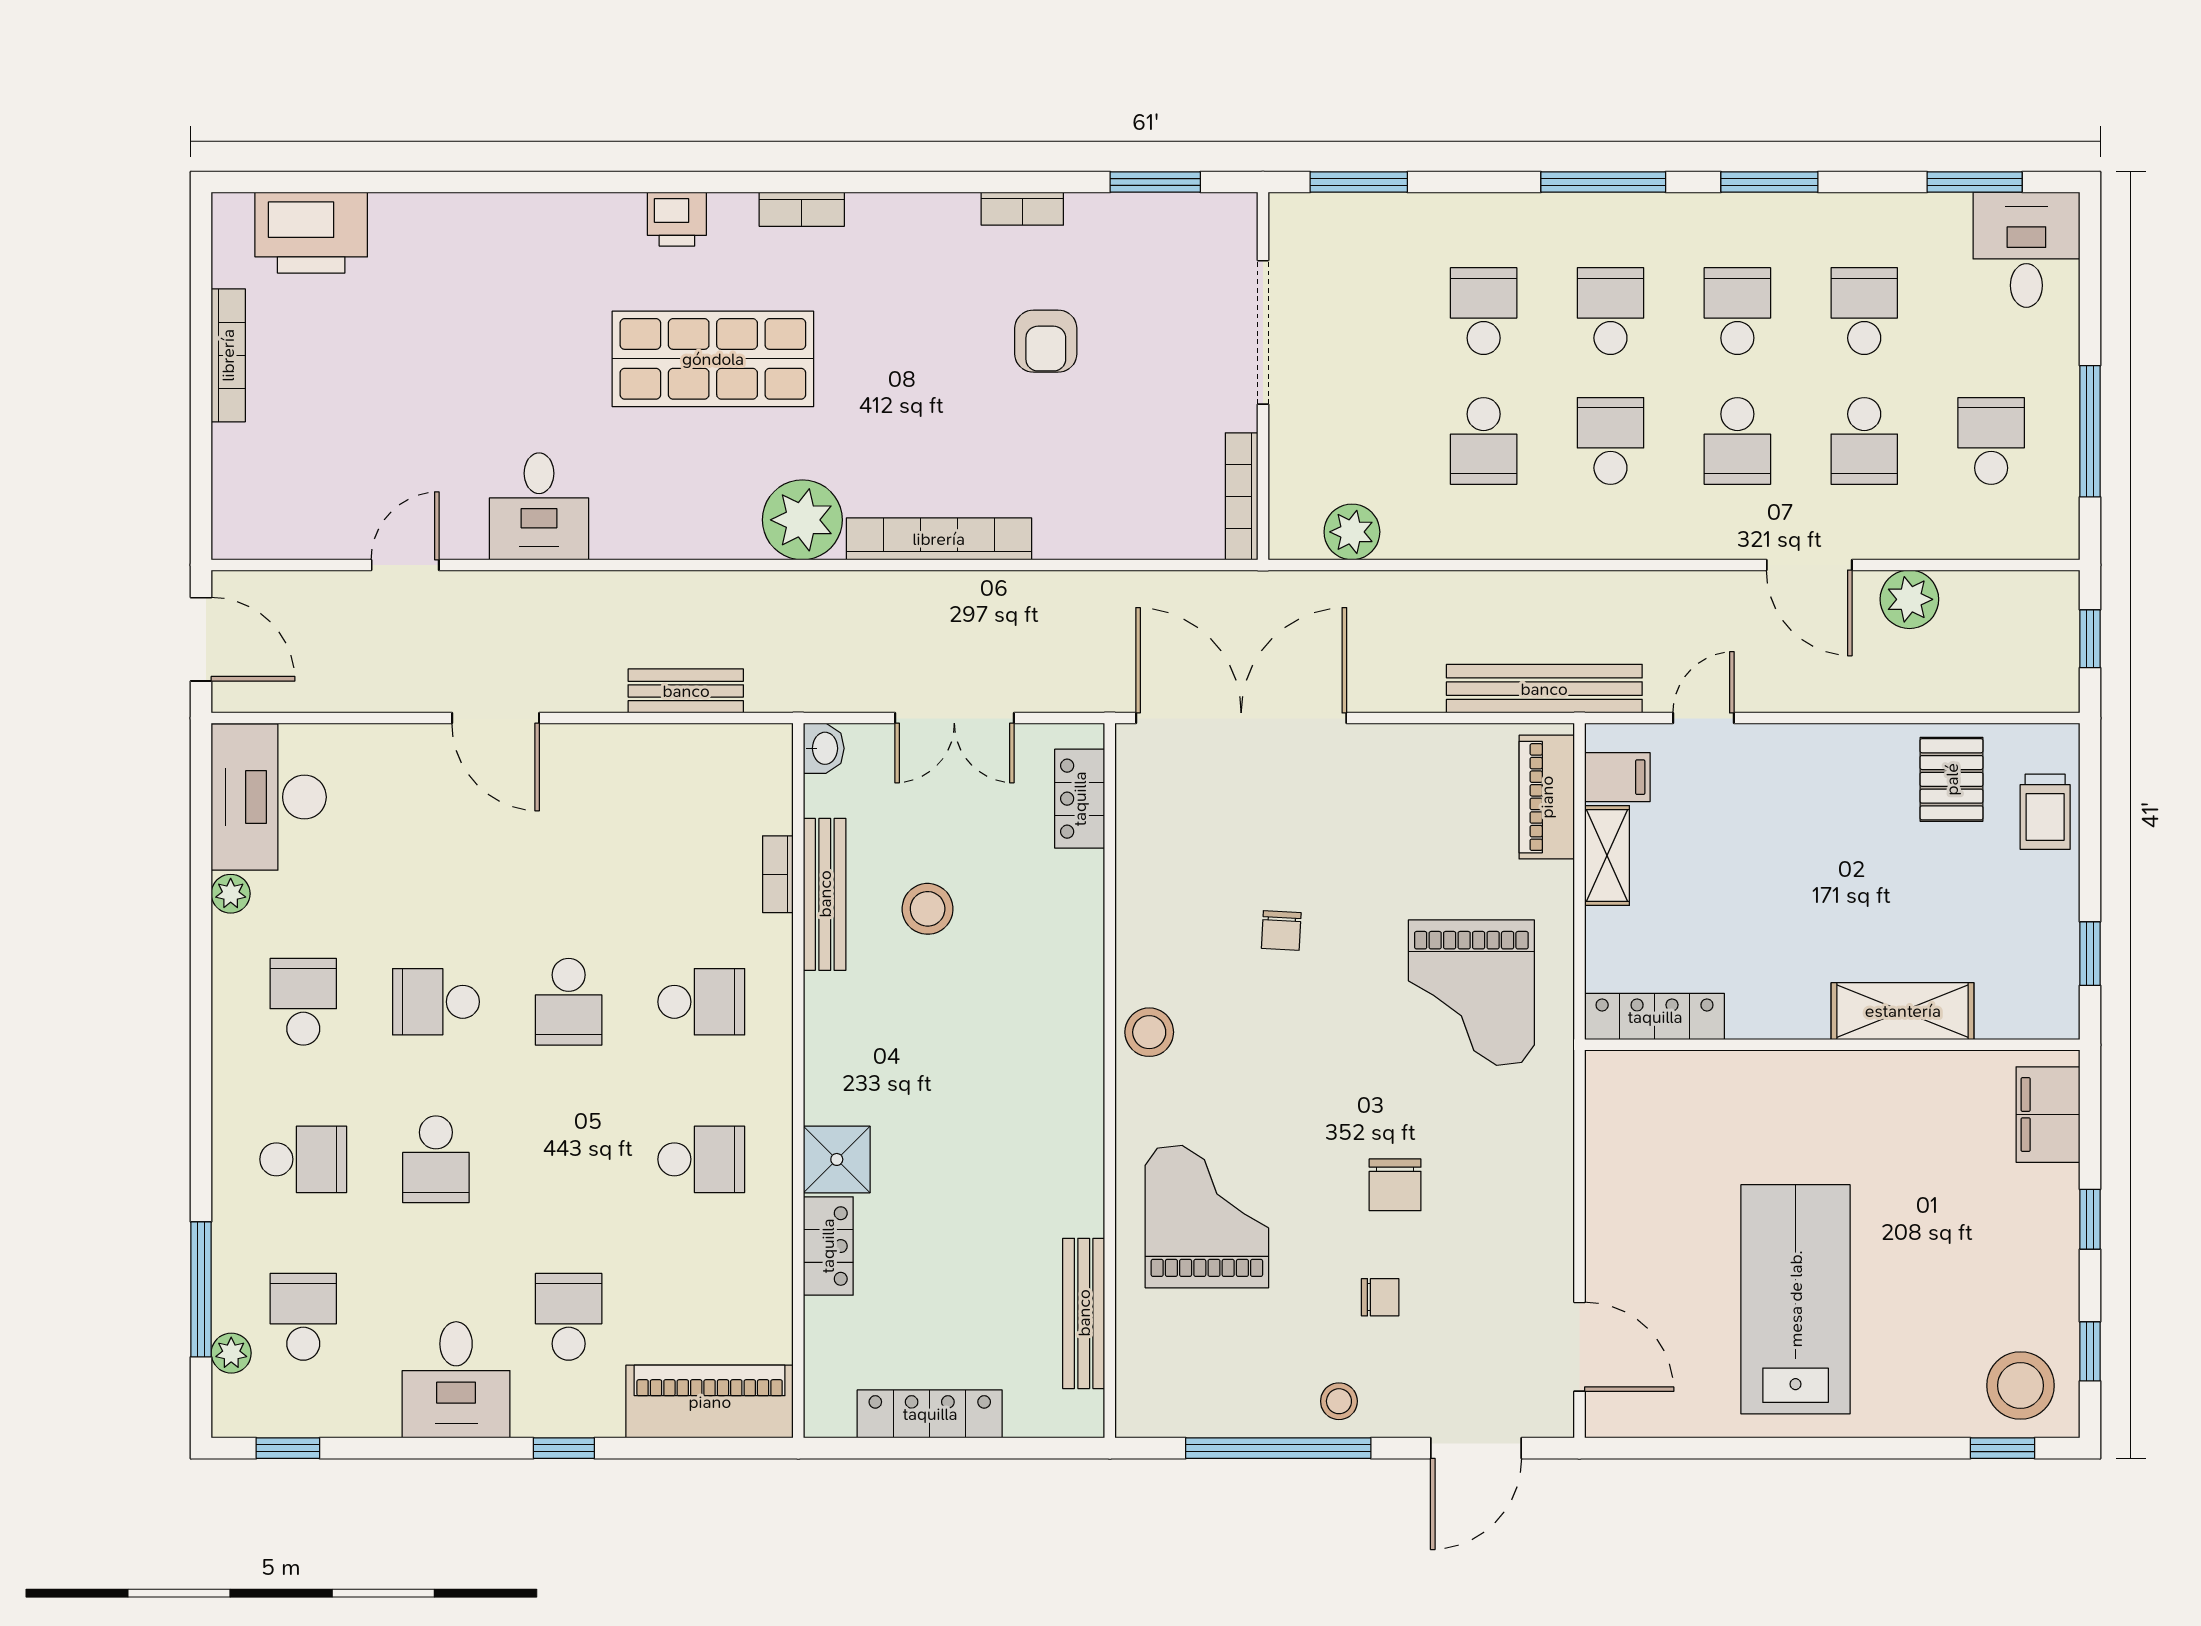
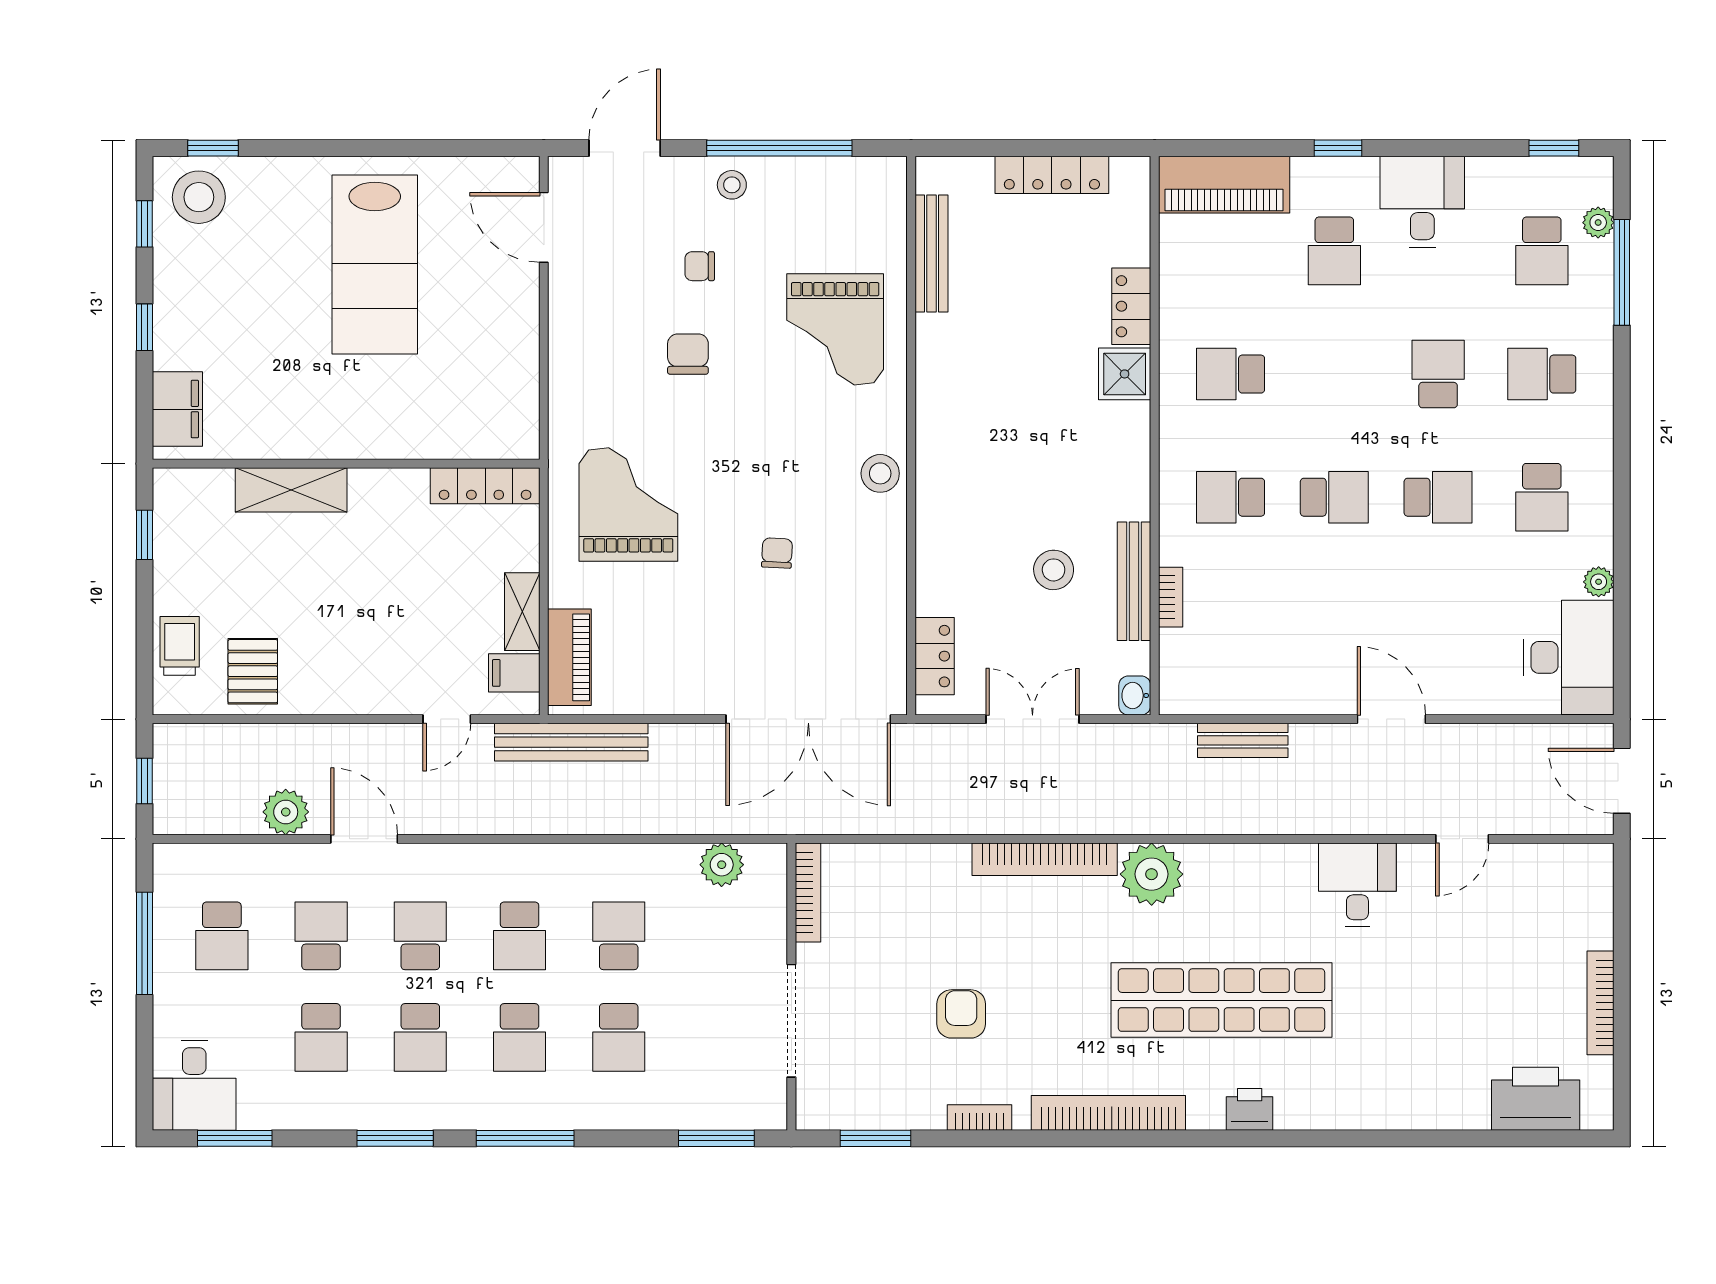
bookcase: (802, 209) -> (1108, 1113), width x2.31, depth x1.31
shop shelf: (713, 359) -> (1221, 1000), width x1.40
school desk: (569, 1002) -> (1334, 497), turned 90

